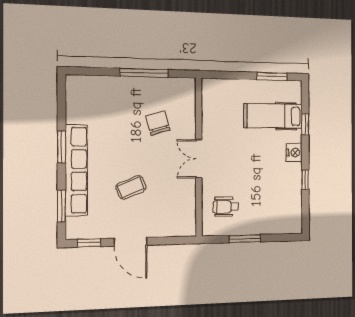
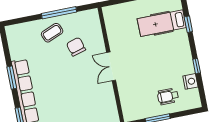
nightstand: (294, 153) -> (190, 81), moved
coffee table: (131, 187) -> (52, 33), moved
wheelchair: (226, 207) -> (168, 96), moved

